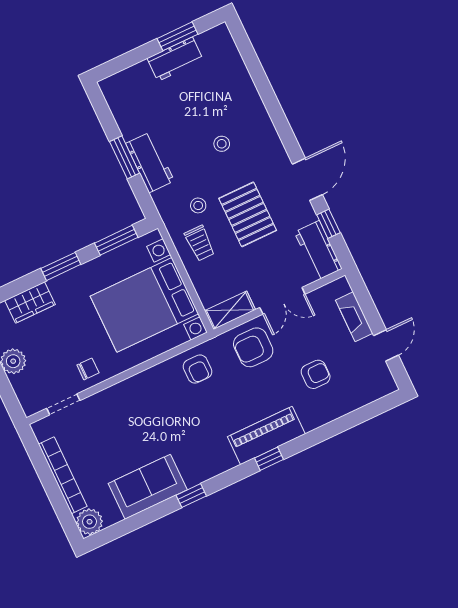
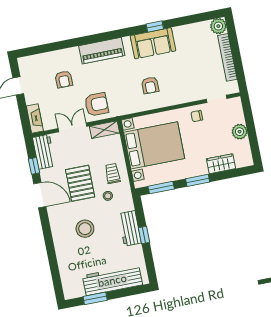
workbench: (175, 59) -> (112, 280), width x1.88, depth x1.32
stool: (222, 144) -> (85, 229), width x1.89, depth x1.89
window: (125, 157) -> (144, 235), width x0.67
door: (307, 179) -> (40, 195), swing flipped
fireplace: (354, 317) -> (35, 119), moved
armchair: (198, 369) -> (150, 85), moved, turned 180
armchair: (316, 374) -> (64, 79), turned -90
window: (269, 459) -> (104, 37), removed
sofa: (148, 487) -> (153, 43), moved

